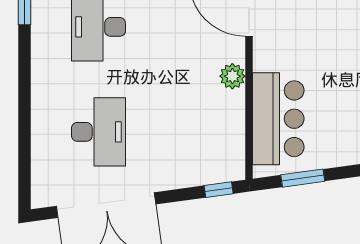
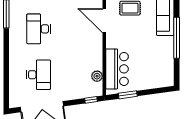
plant: (232, 76) -> (97, 76), moved

